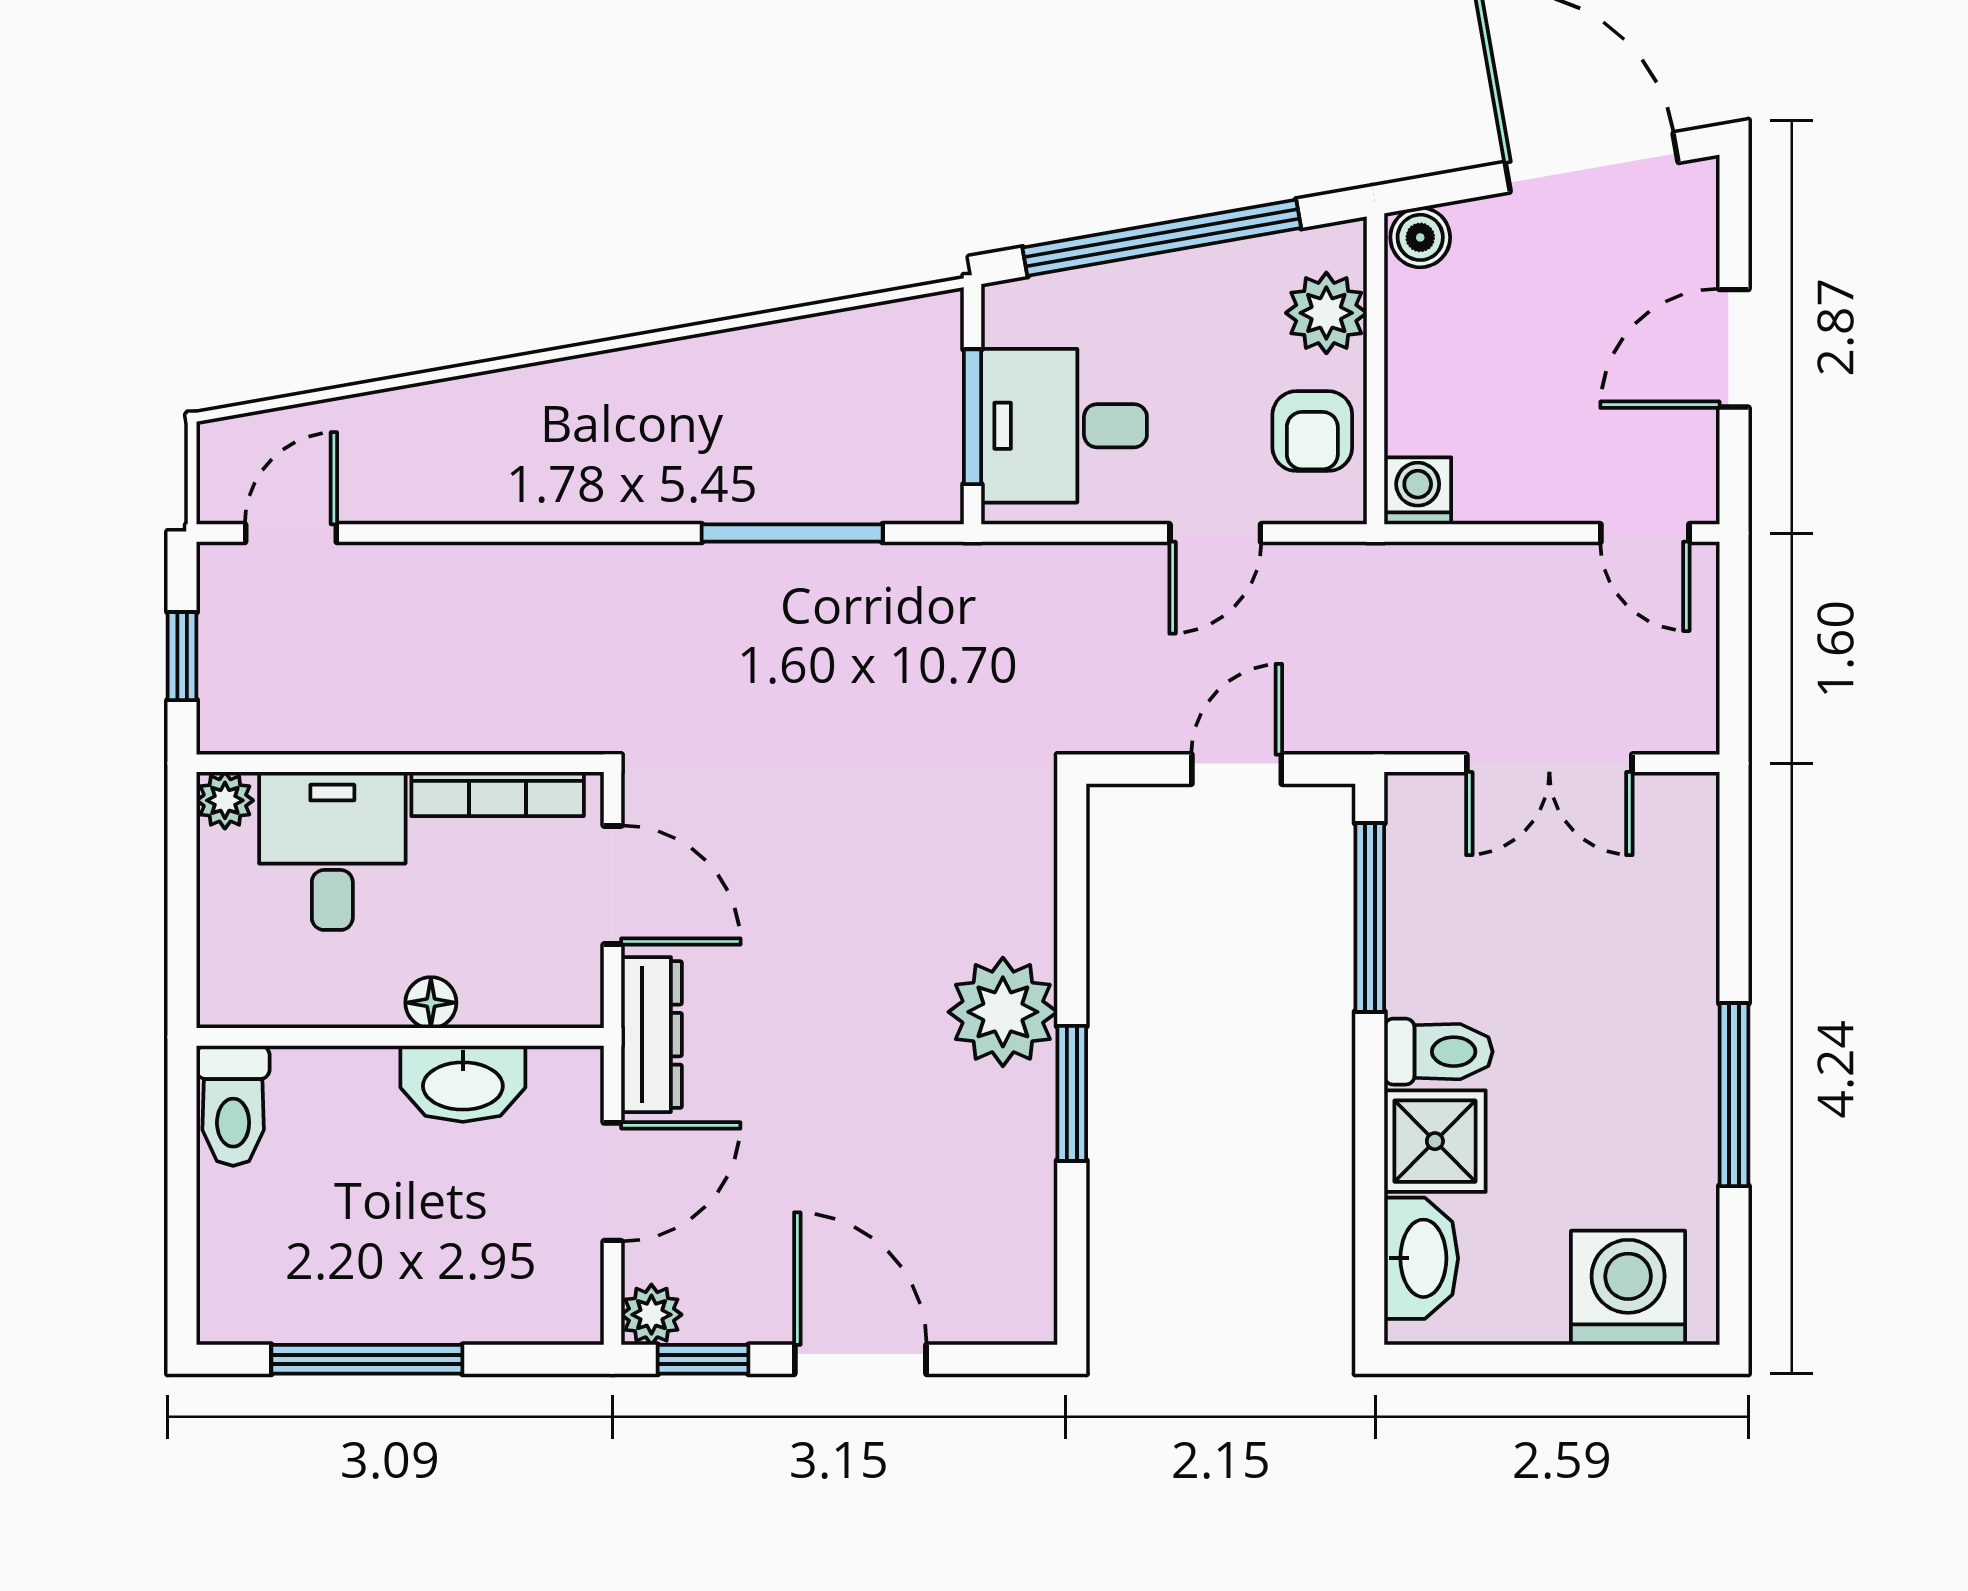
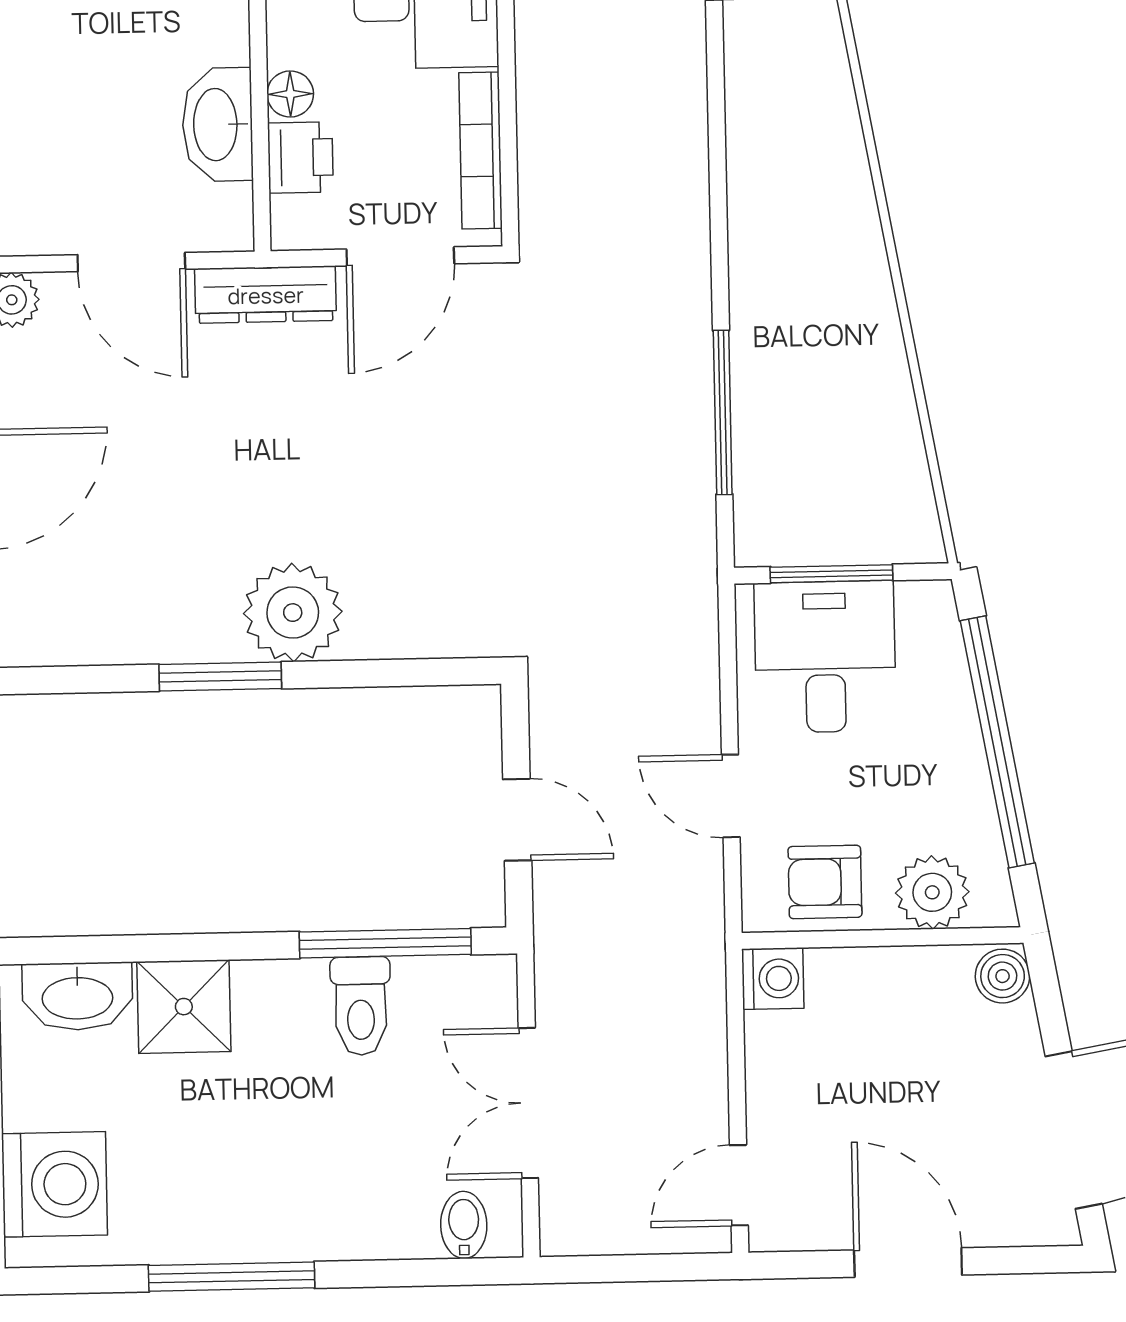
bidet: (1682, 837) -> (464, 1225), added
printer: (501, 993) -> (300, 157), added
toilet: (1438, 1052) -> (361, 1006), moved

